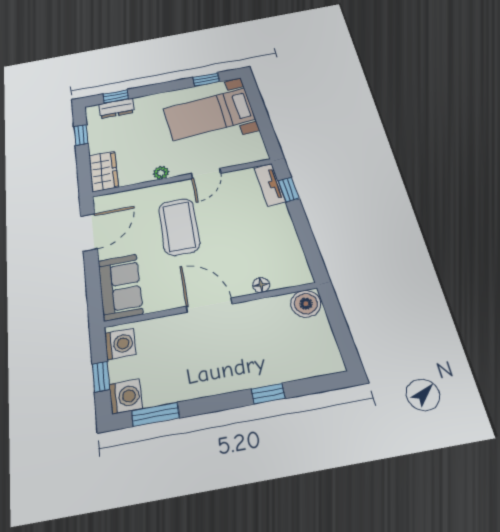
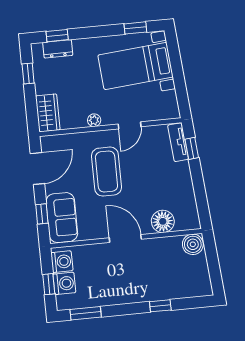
window: (93, 285) -> (42, 214), added
floor lamp: (261, 285) -> (163, 221), width x1.89, depth x1.89
washing machine: (126, 396) -> (64, 283), moved

